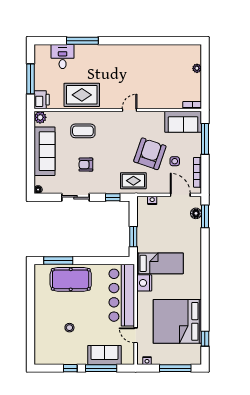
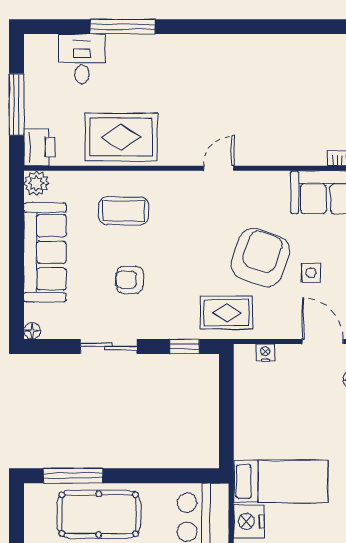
window: (133, 237) -> (226, 427), removed

